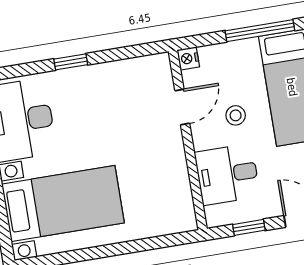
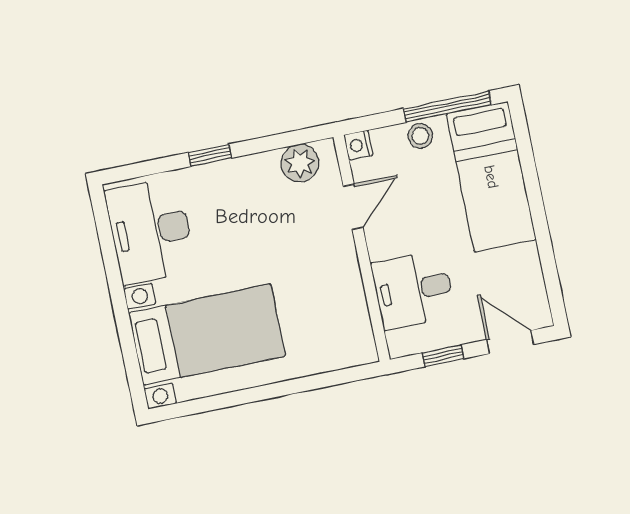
plant: (142, 71) -> (300, 163), added
stool: (236, 115) -> (420, 136), moved

